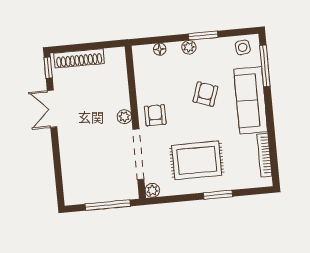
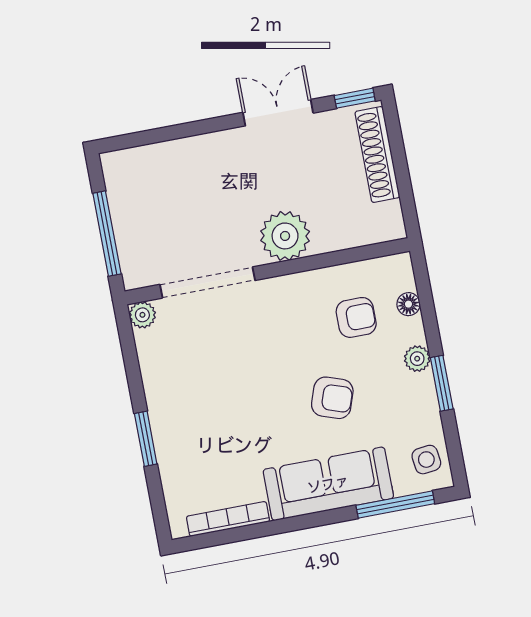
armchair: (155, 115) -> (356, 317), moved
plant: (124, 117) -> (285, 236), width x1.87, depth x1.87
rug: (197, 160) -> (206, 393), removed

